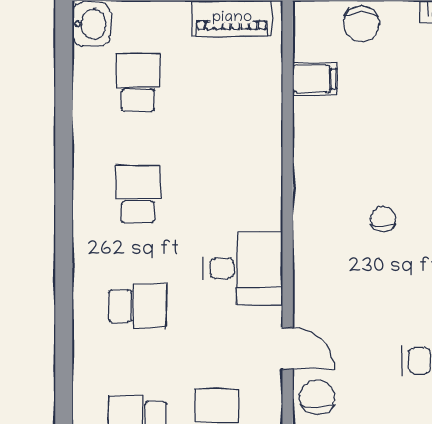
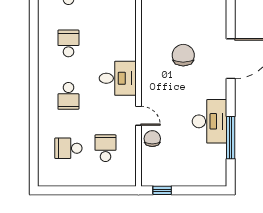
chair: (383, 219) -> (183, 55), width x1.87, depth x1.87
school desk: (138, 306) -> (68, 96), turned 90

